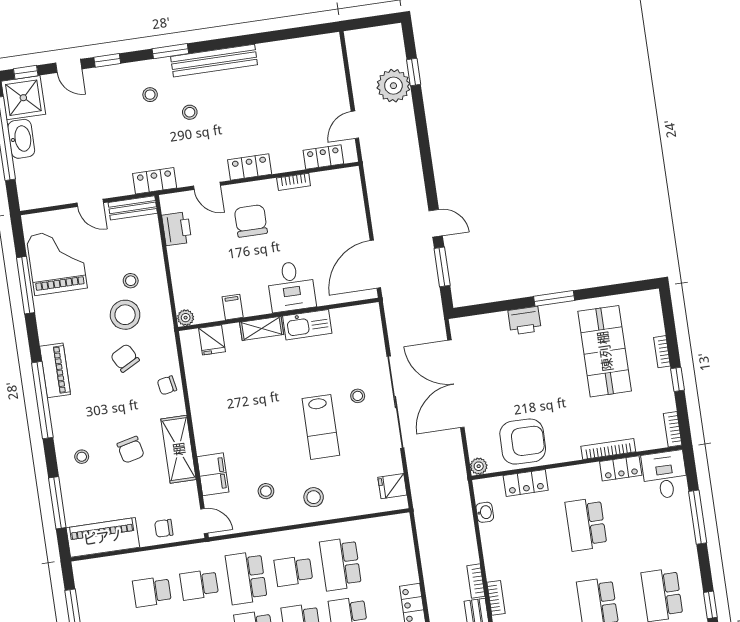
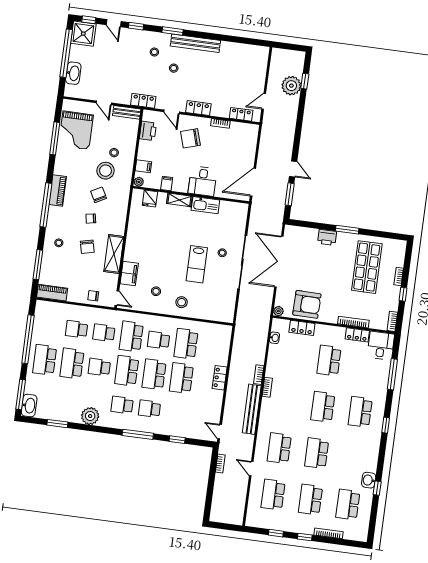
washbasin: (21, 139) -> (73, 73), moved
chair: (251, 221) -> (190, 138), turned -107
grand piano: (57, 262) -> (76, 130), turned 180
filing cabinet: (186, 290) -> (143, 166), added
chair: (167, 385) -> (91, 219), moved
fridge: (392, 486) -> (227, 309), removed
piano: (103, 537) -> (52, 293), width x0.73, depth x0.75

